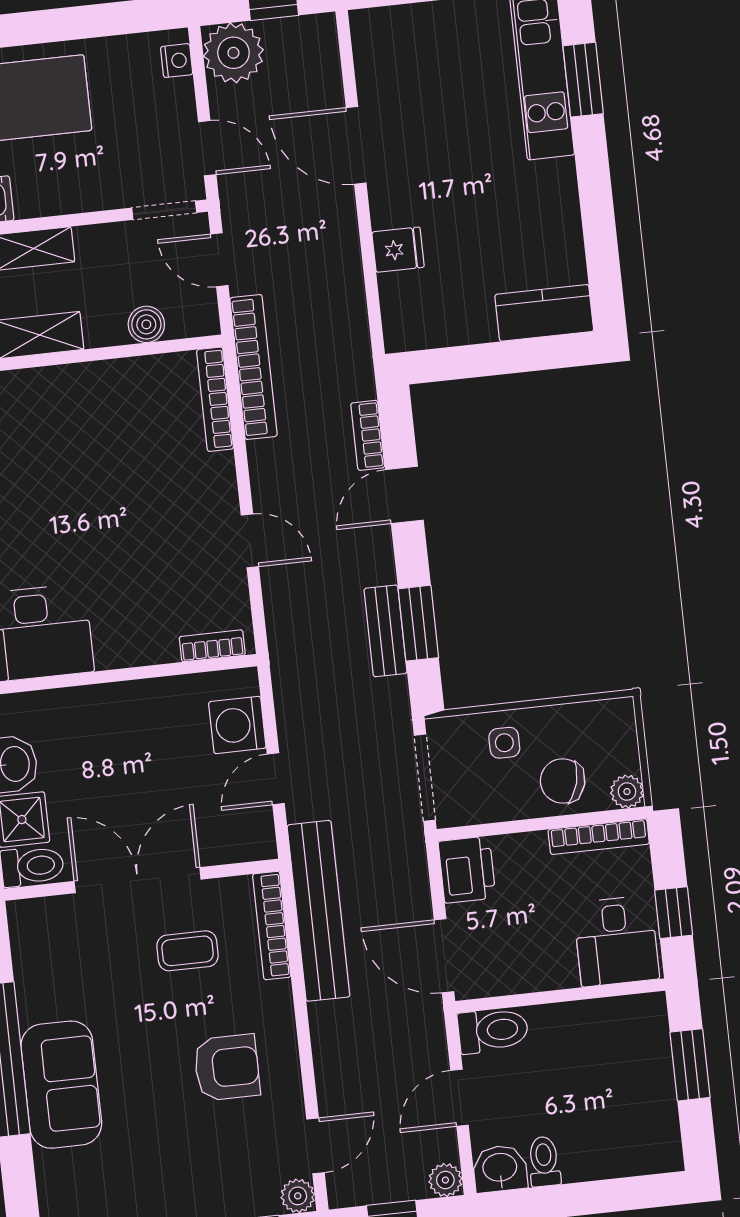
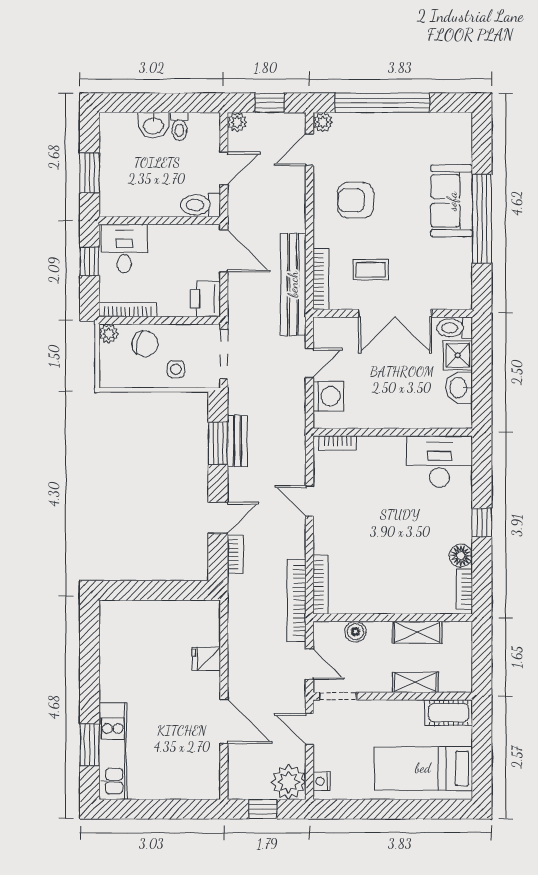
kitchen counter: (544, 313) -> (126, 613), removed
washbasin: (500, 1169) -> (154, 125), moved

